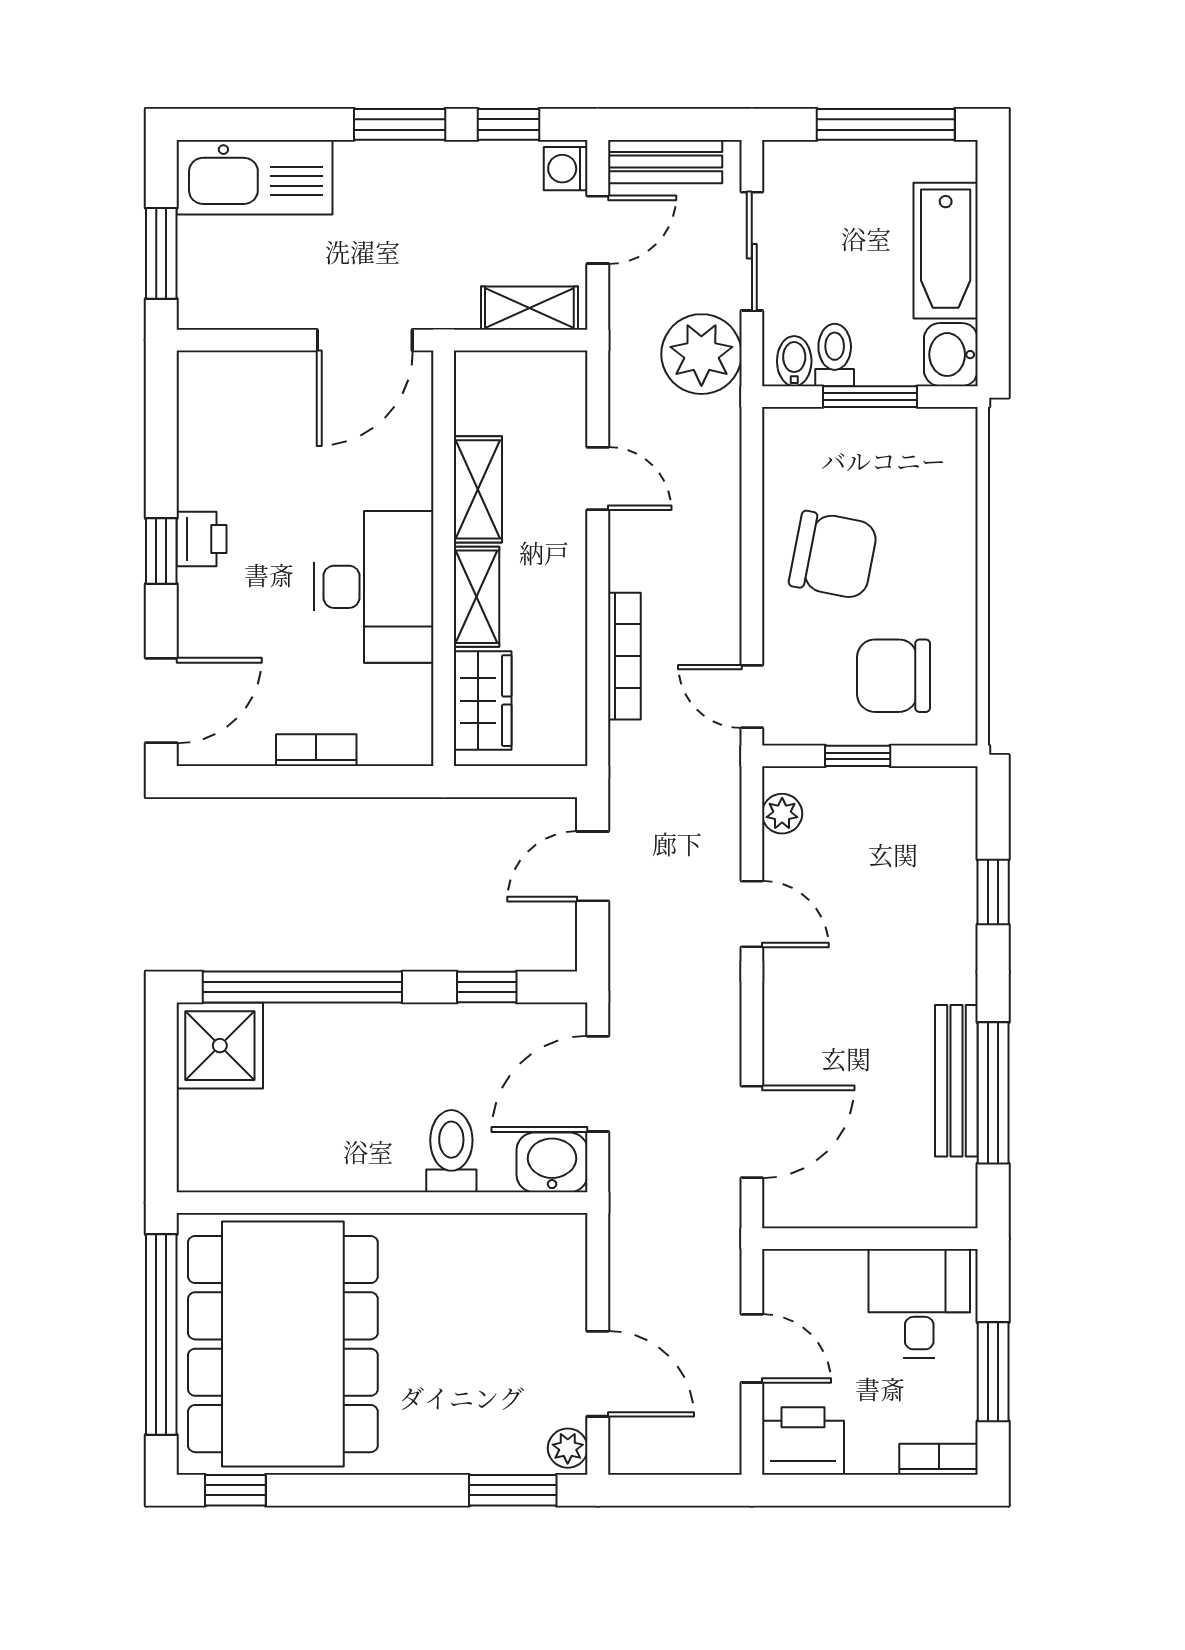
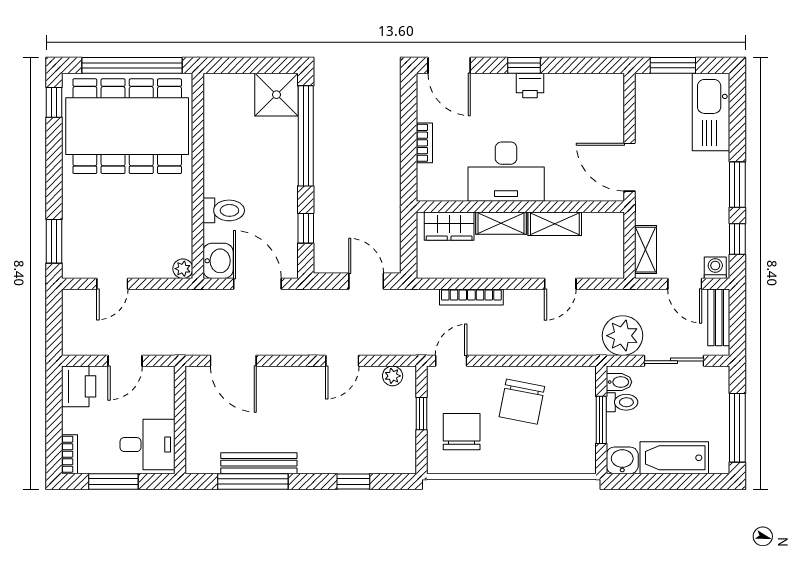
door: (598, 1374) -> (112, 284), width x0.73
plant: (568, 1448) -> (183, 269), moved

